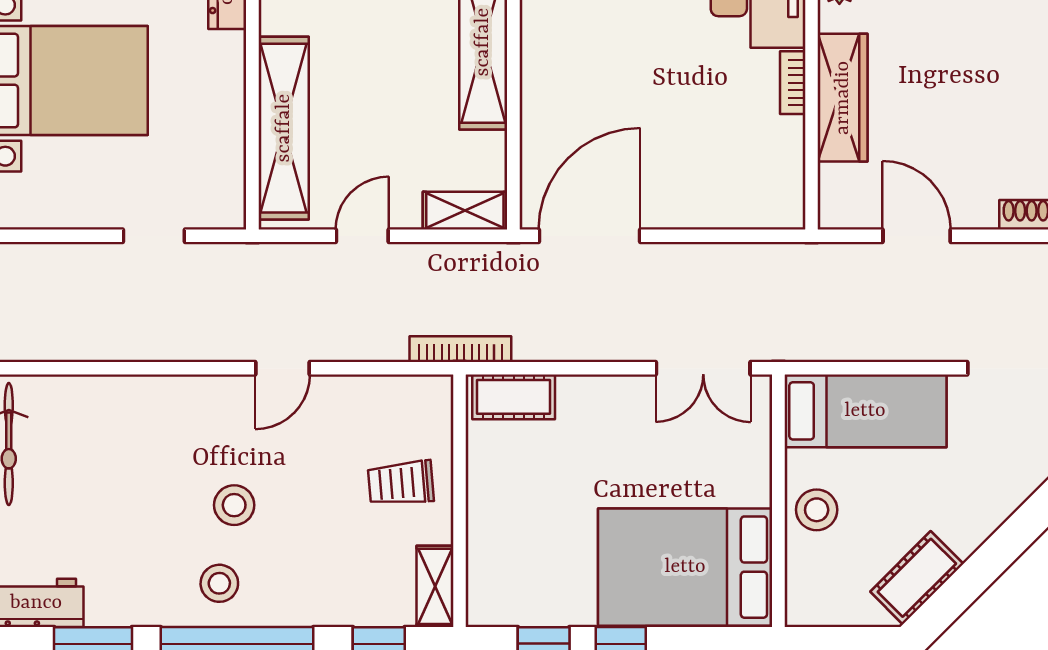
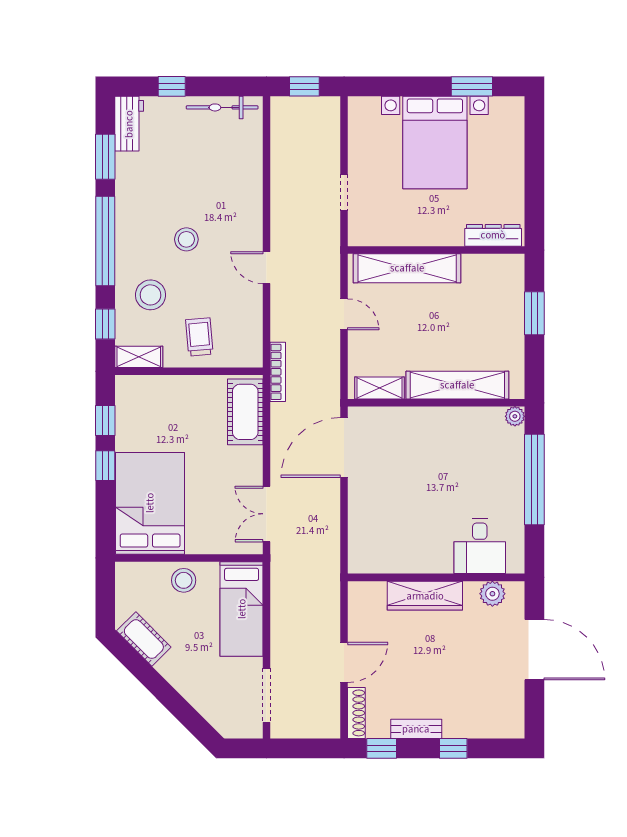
bookcase: (793, 83) -> (434, 566), removed
shelving: (465, 211) -> (380, 388), moved, turned 90
door: (590, 236) -> (344, 447), swing flipped
door: (917, 236) -> (344, 662), moved
cot: (514, 397) -> (245, 412), width x1.37, depth x1.34
stool: (219, 583) -> (151, 295), moved, width x1.38, depth x1.38

